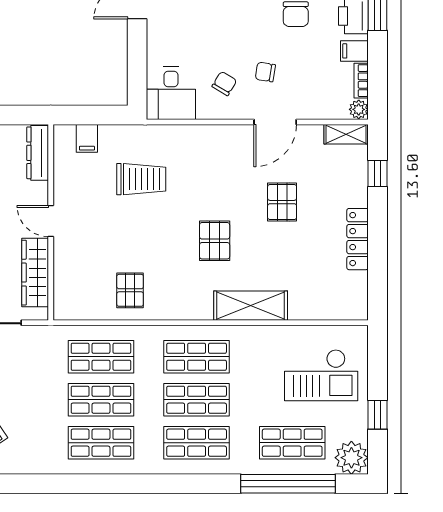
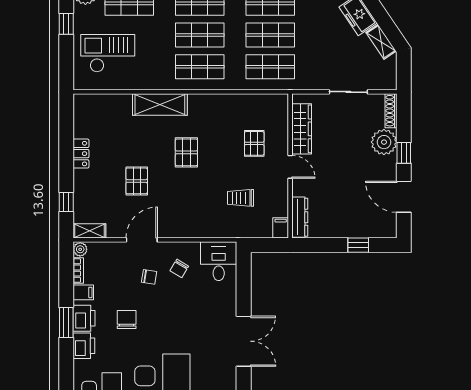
dresser: (38, 153) -> (300, 217), moved
trolley: (141, 179) -> (241, 198), width x0.73, depth x0.72
door: (51, 221) -> (290, 167), moved
wall: (51, 222) -> (290, 166), moved
locker: (358, 239) -> (81, 154), width x0.66
wardrobe: (35, 273) -> (302, 129), moved
pallet: (130, 290) -> (254, 143), moved

